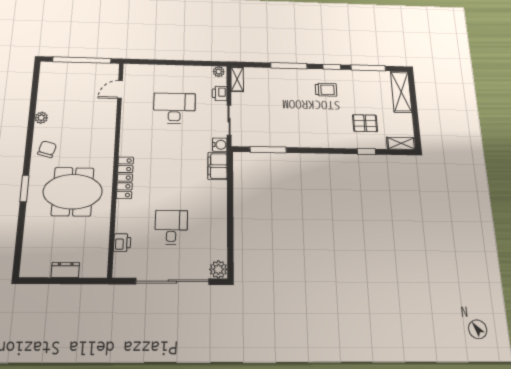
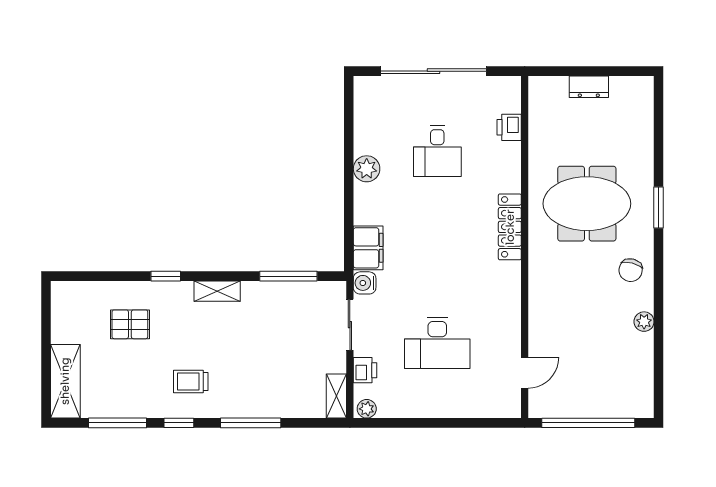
shelving: (401, 143) -> (217, 291), moved
window: (367, 152) -> (166, 276), moved
plant: (218, 269) -> (367, 169), moved

